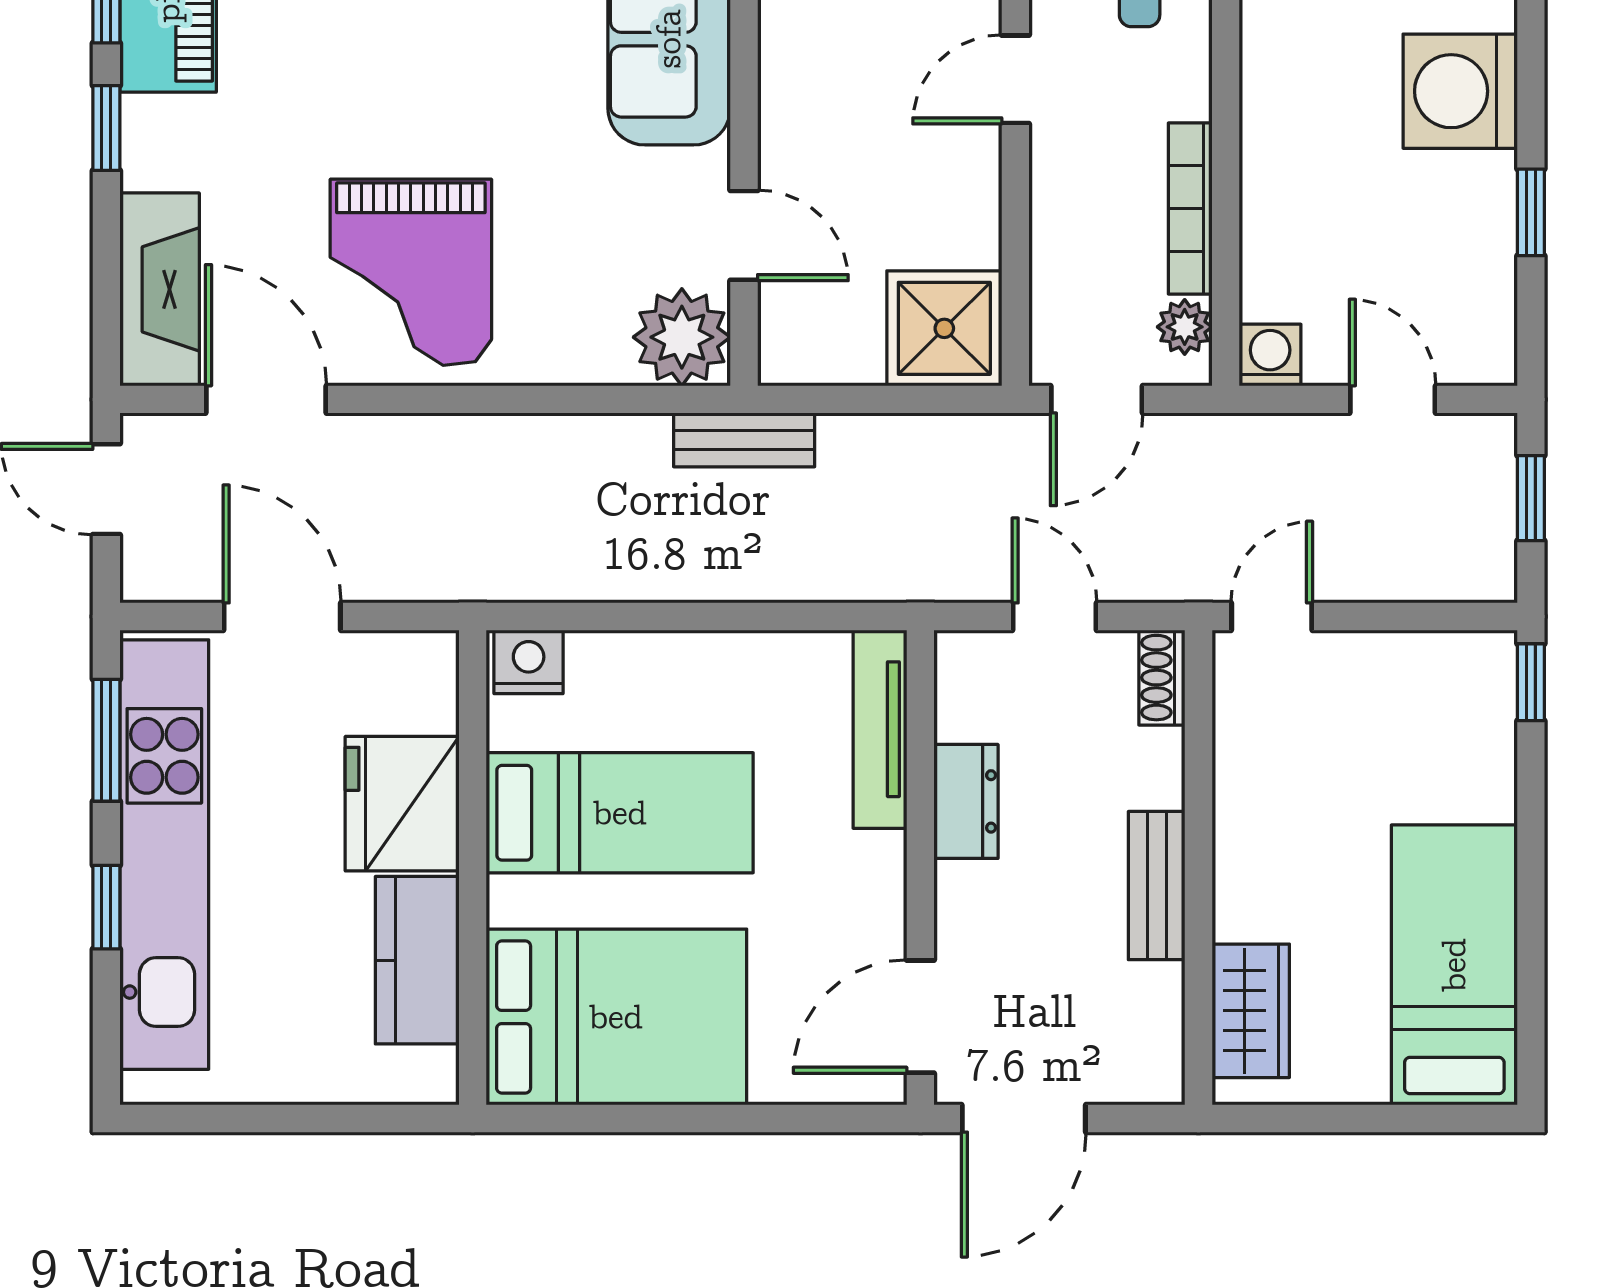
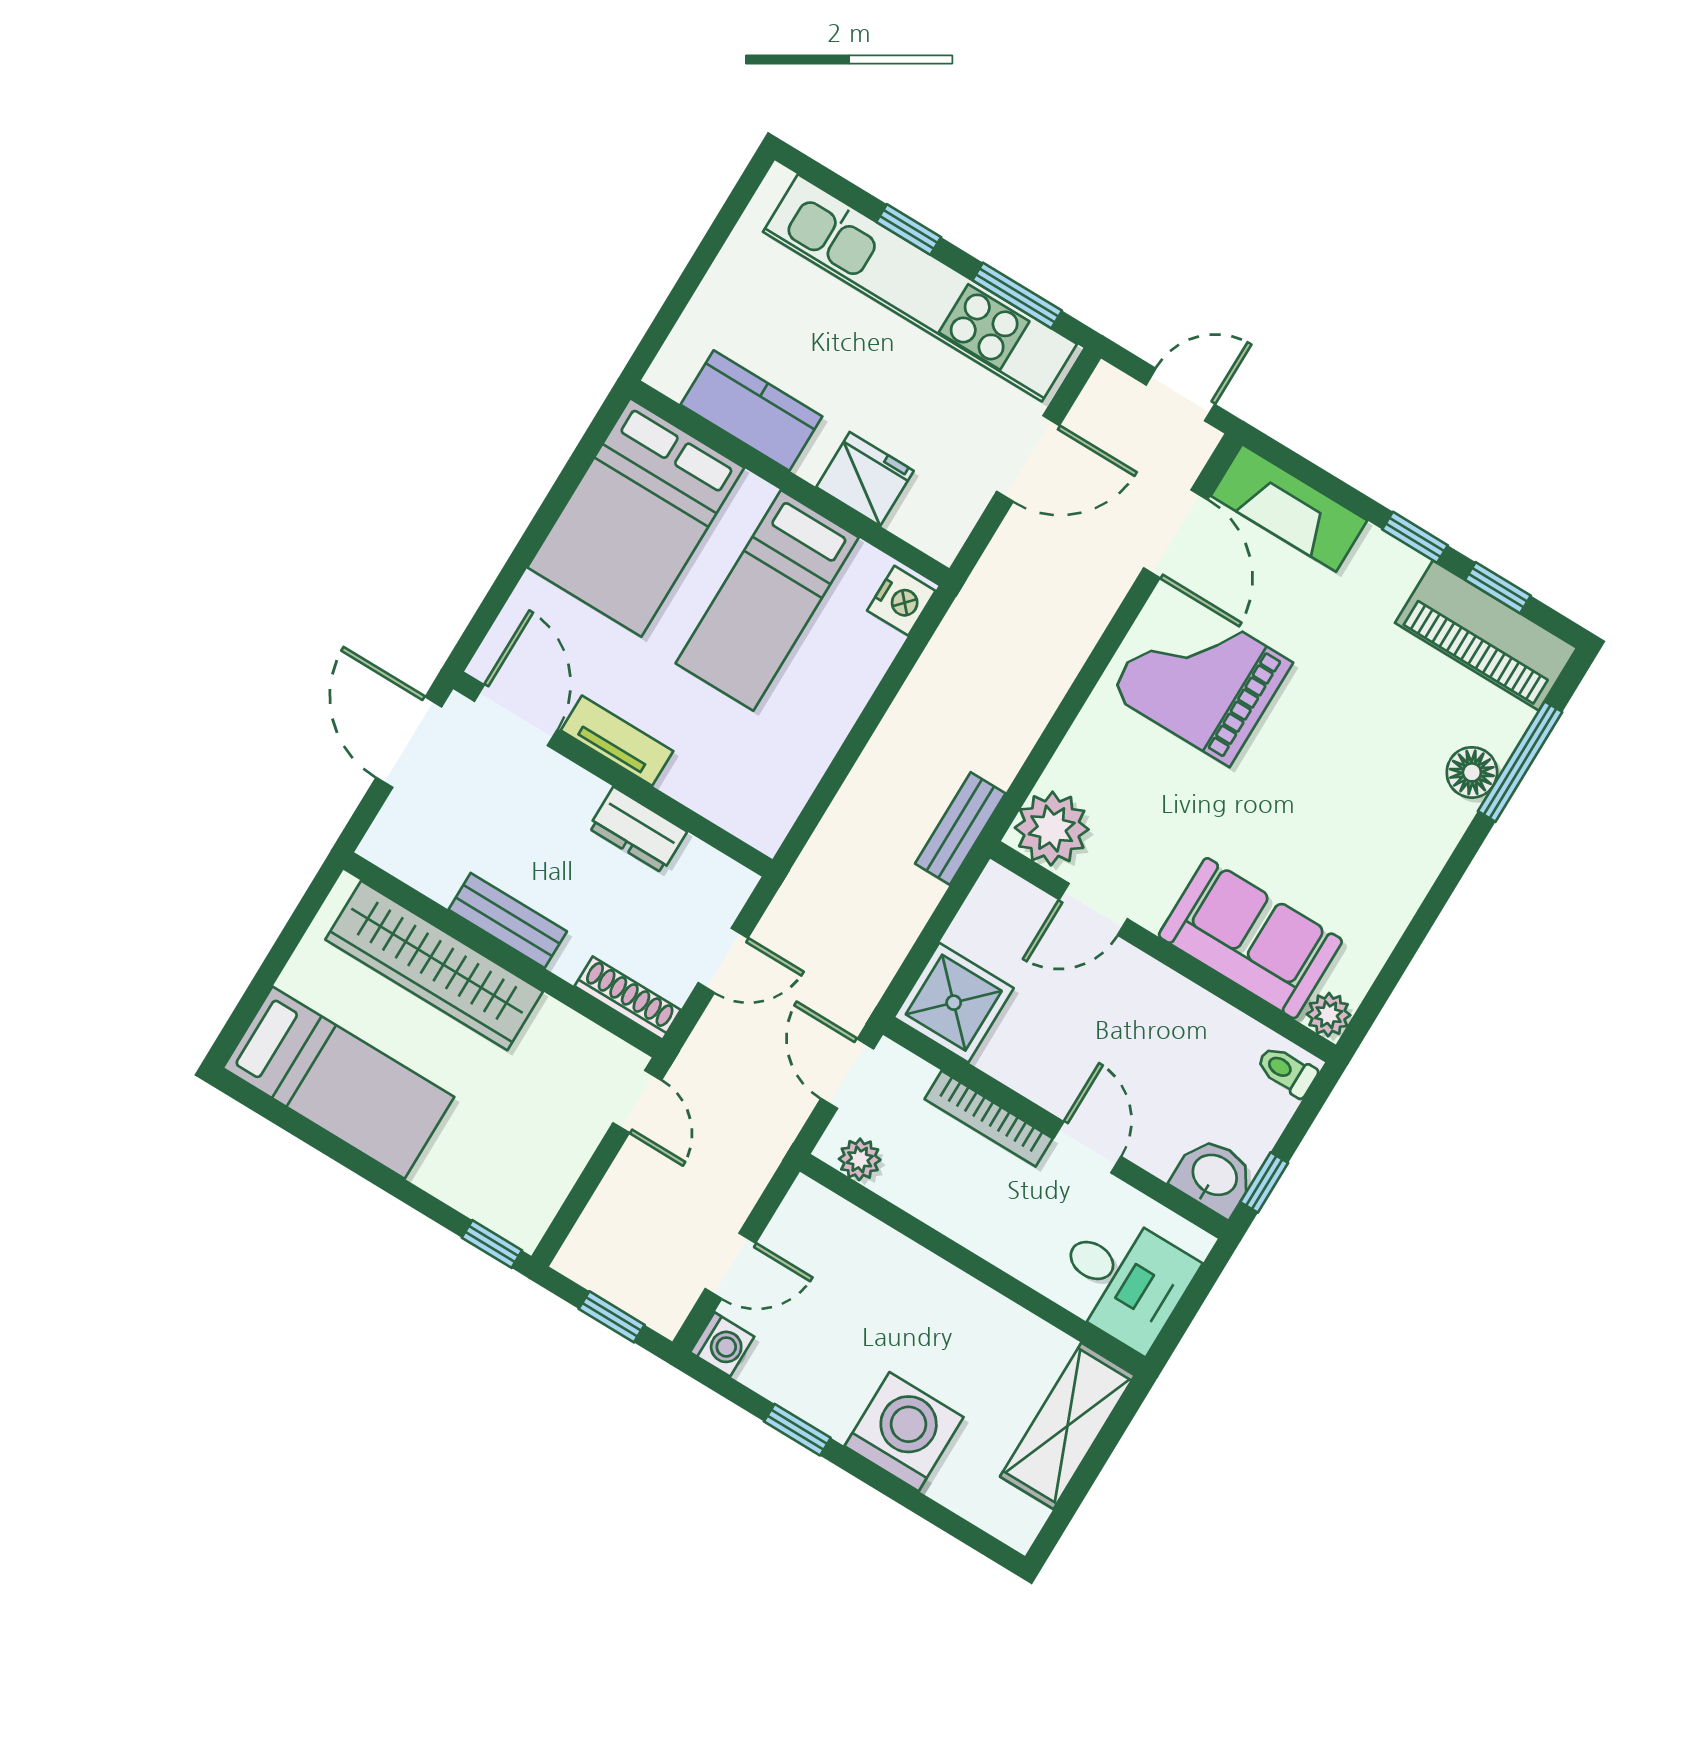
bookcase: (1190, 209) -> (989, 1119), moved, turned 180
washing machine: (1270, 355) -> (722, 1344), moved
door: (266, 399) -> (1176, 534), hinge flipped
shoe rack: (1162, 678) -> (628, 998), width x1.43
tv unit: (880, 729) -> (617, 741), moved, width x0.71
fridge: (402, 804) -> (865, 479), width x0.73, depth x0.75
wardrobe: (1251, 1011) -> (434, 966), width x2.10, depth x1.17

